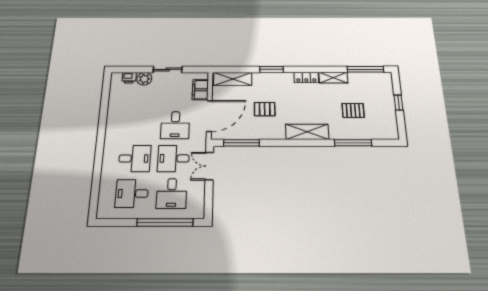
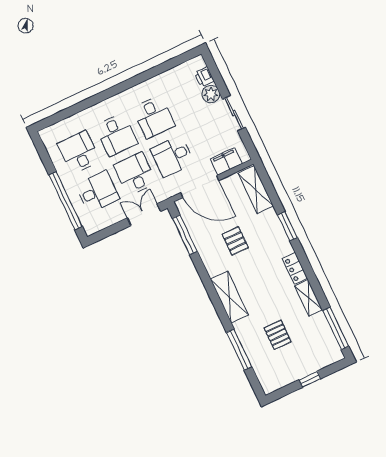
desk: (137, 125) -> (154, 117), added
desk: (172, 193) -> (97, 192), turned 180

